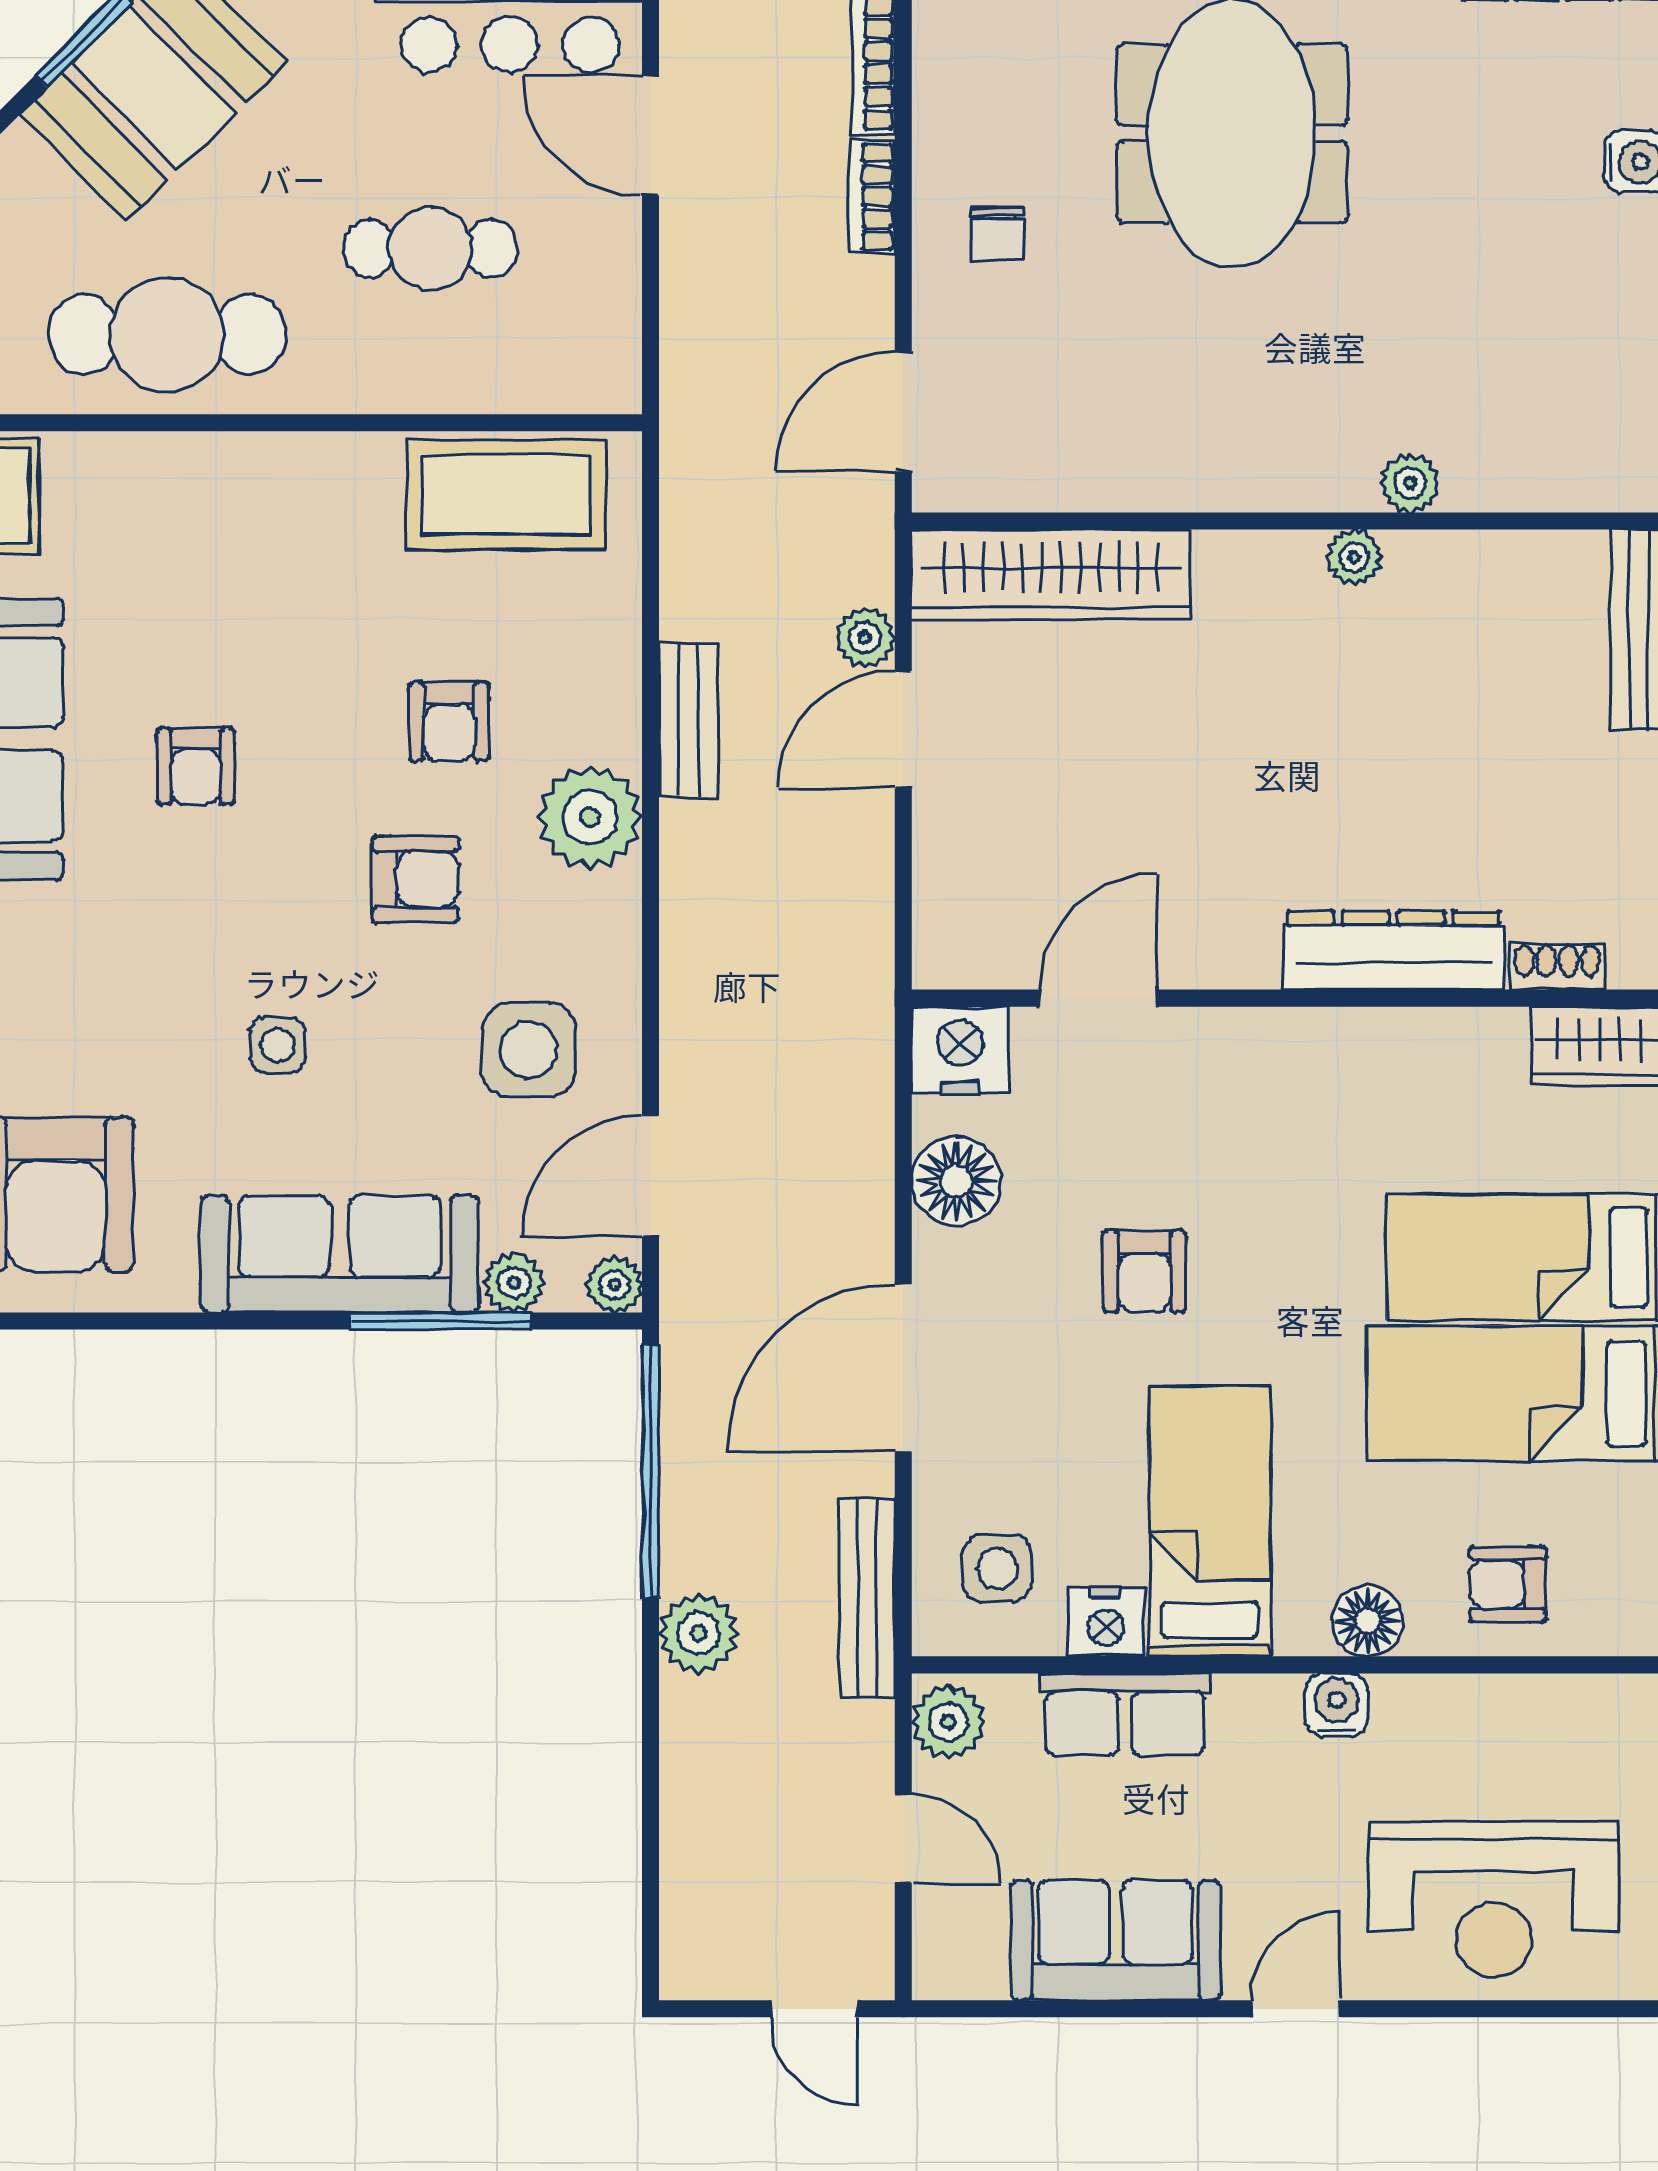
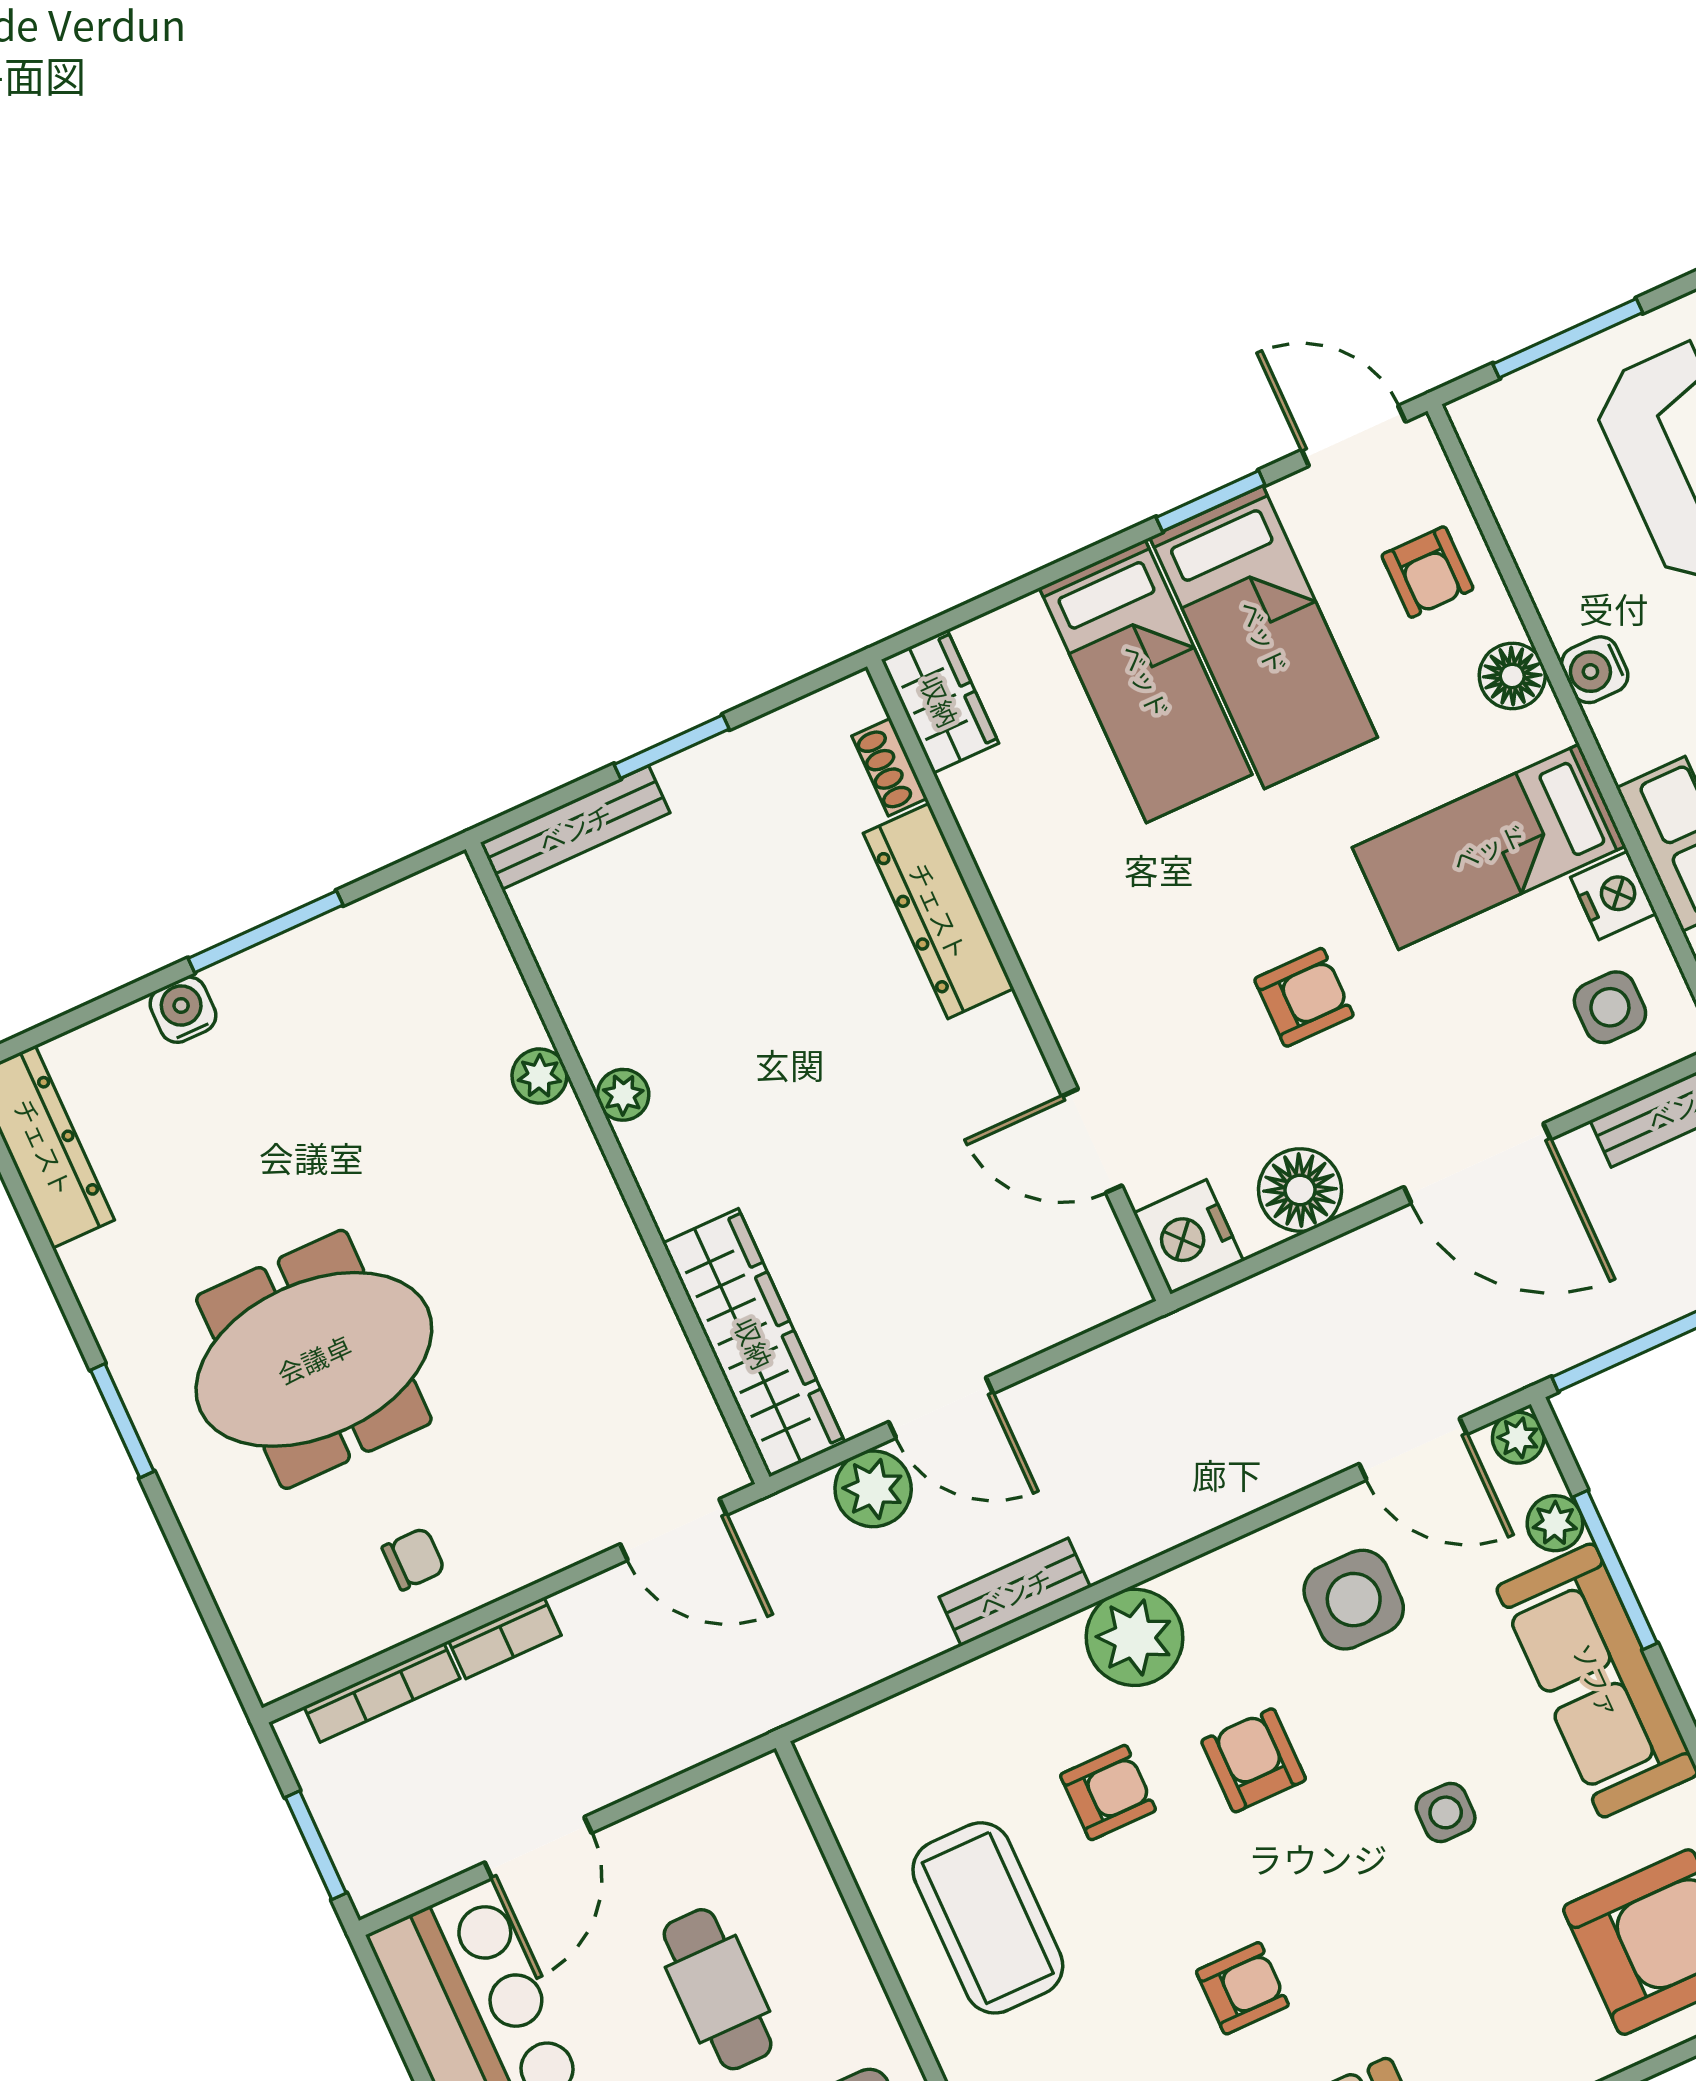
chair: (998, 233) -> (413, 1559), moved
coffee table: (506, 495) -> (988, 1918), moved
plant: (865, 638) -> (873, 1489), width x1.38, depth x1.38

